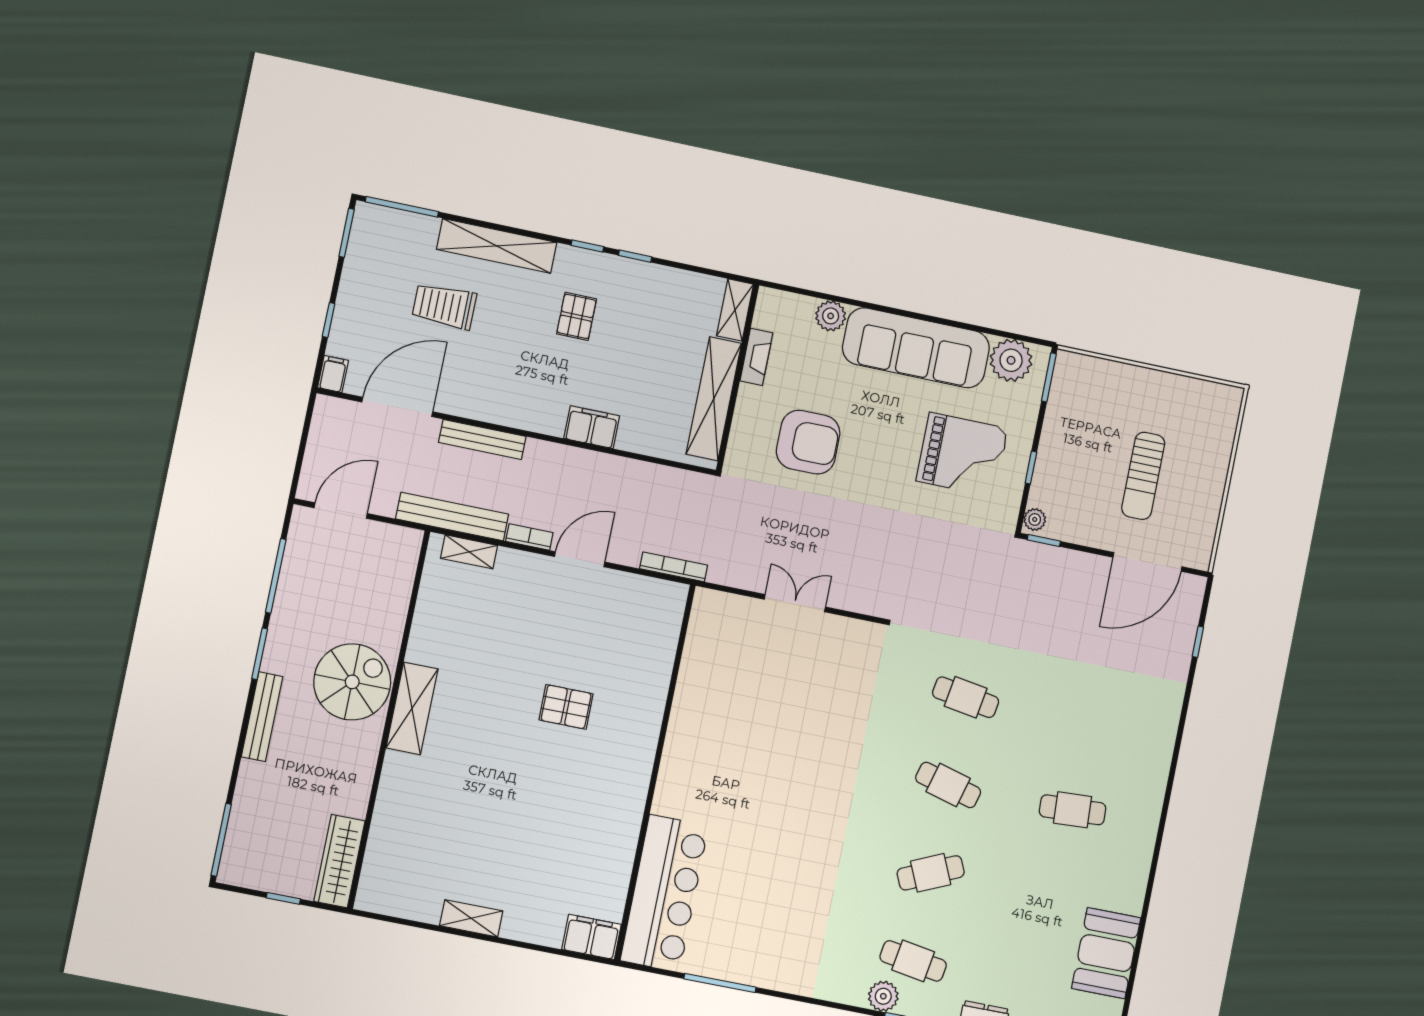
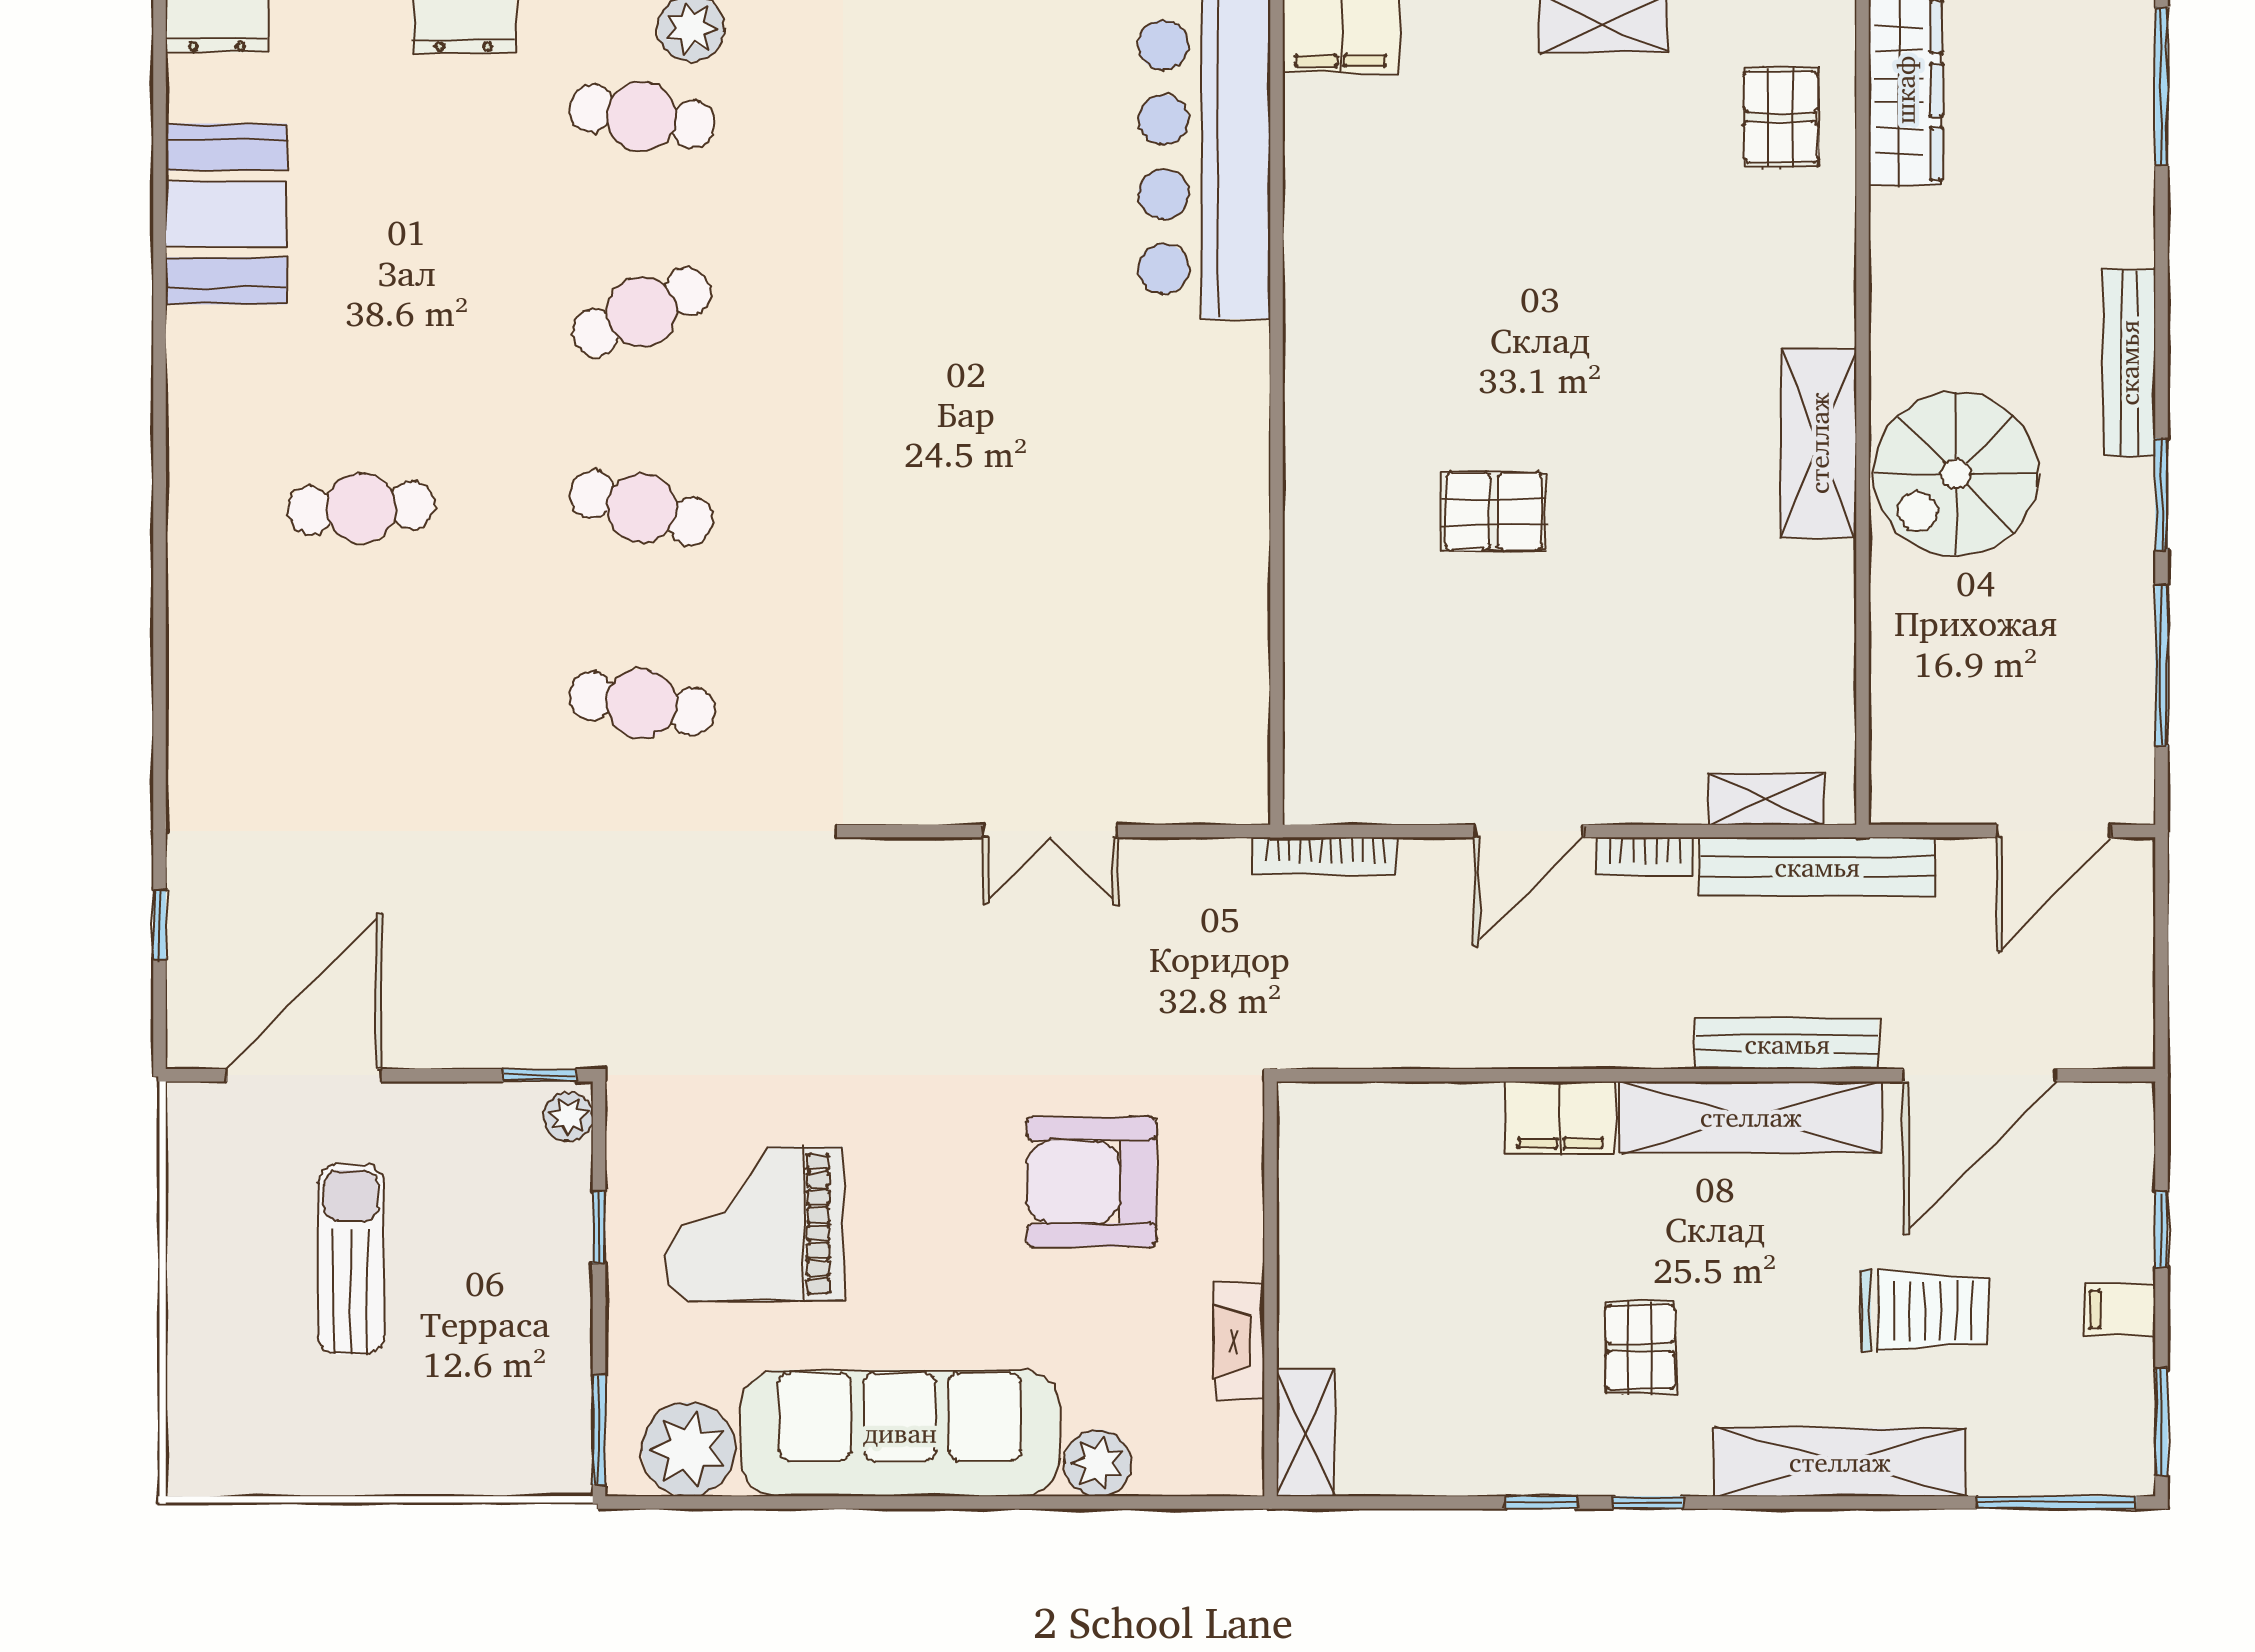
filing cabinet: (333, 374) -> (2120, 1310), moved, turned 90
shelving: (714, 399) -> (1751, 1117), moved, turned 90
pallet: (399, 860) -> (1781, 117), added

